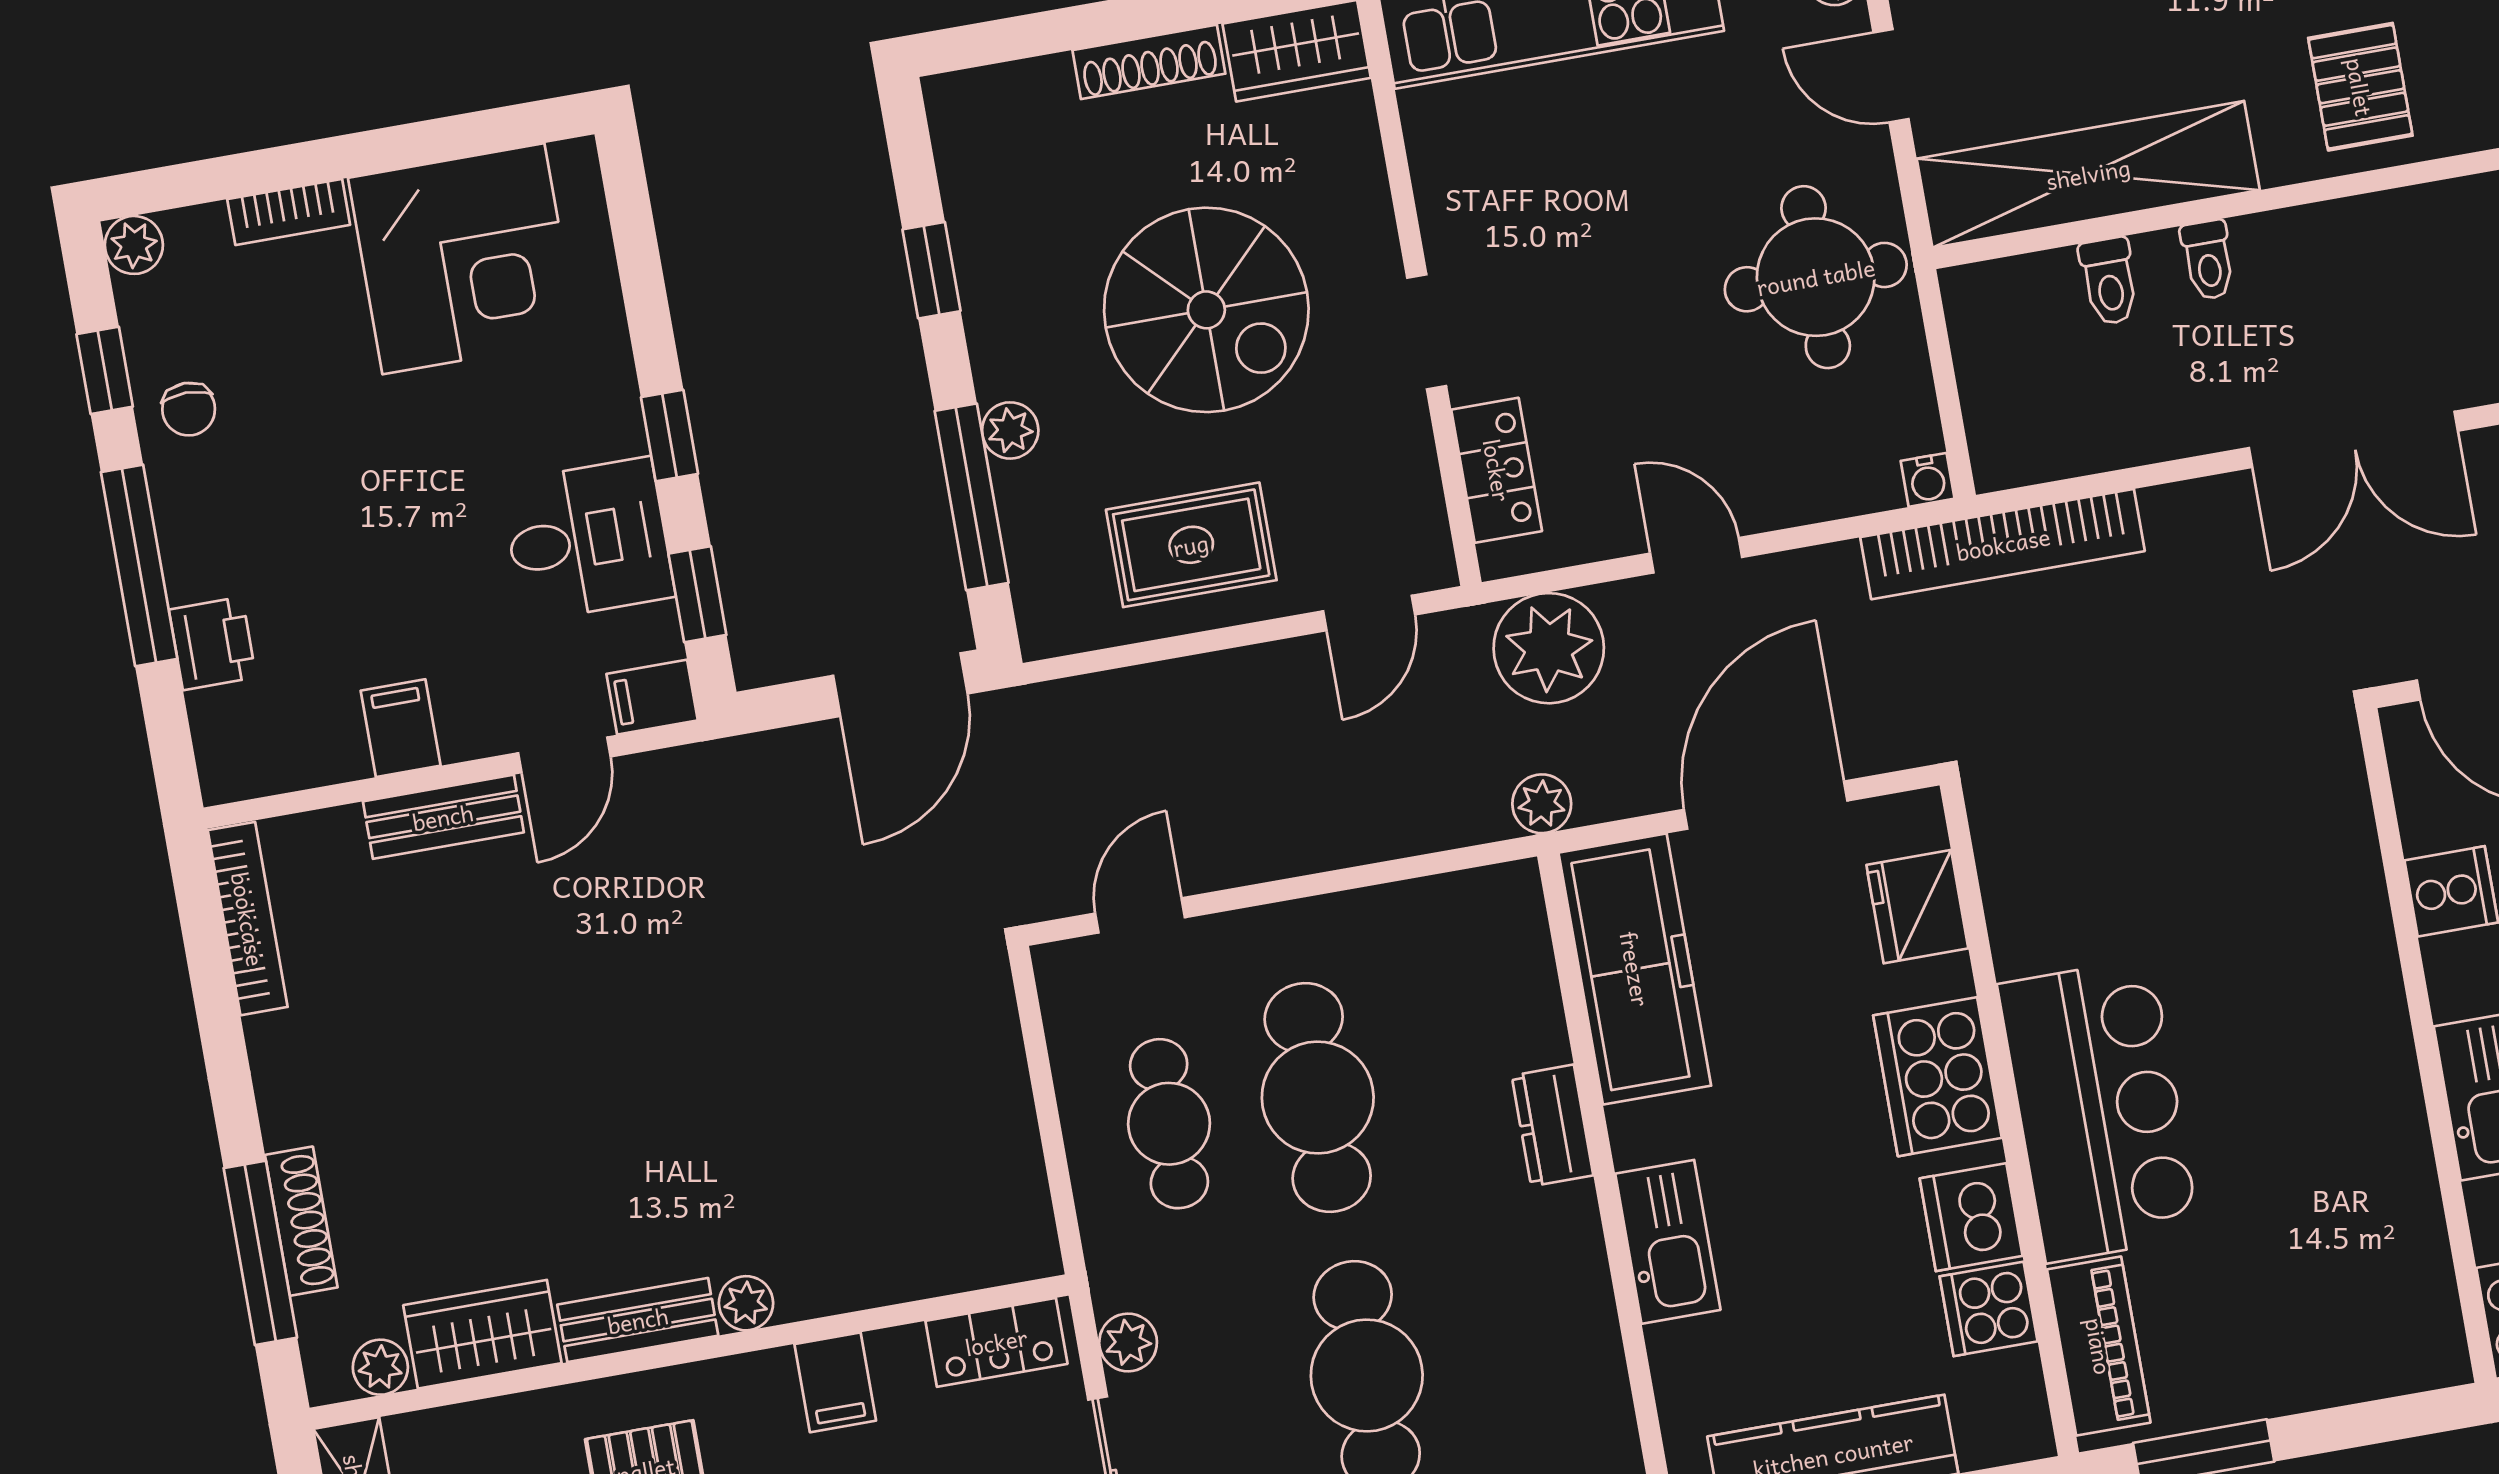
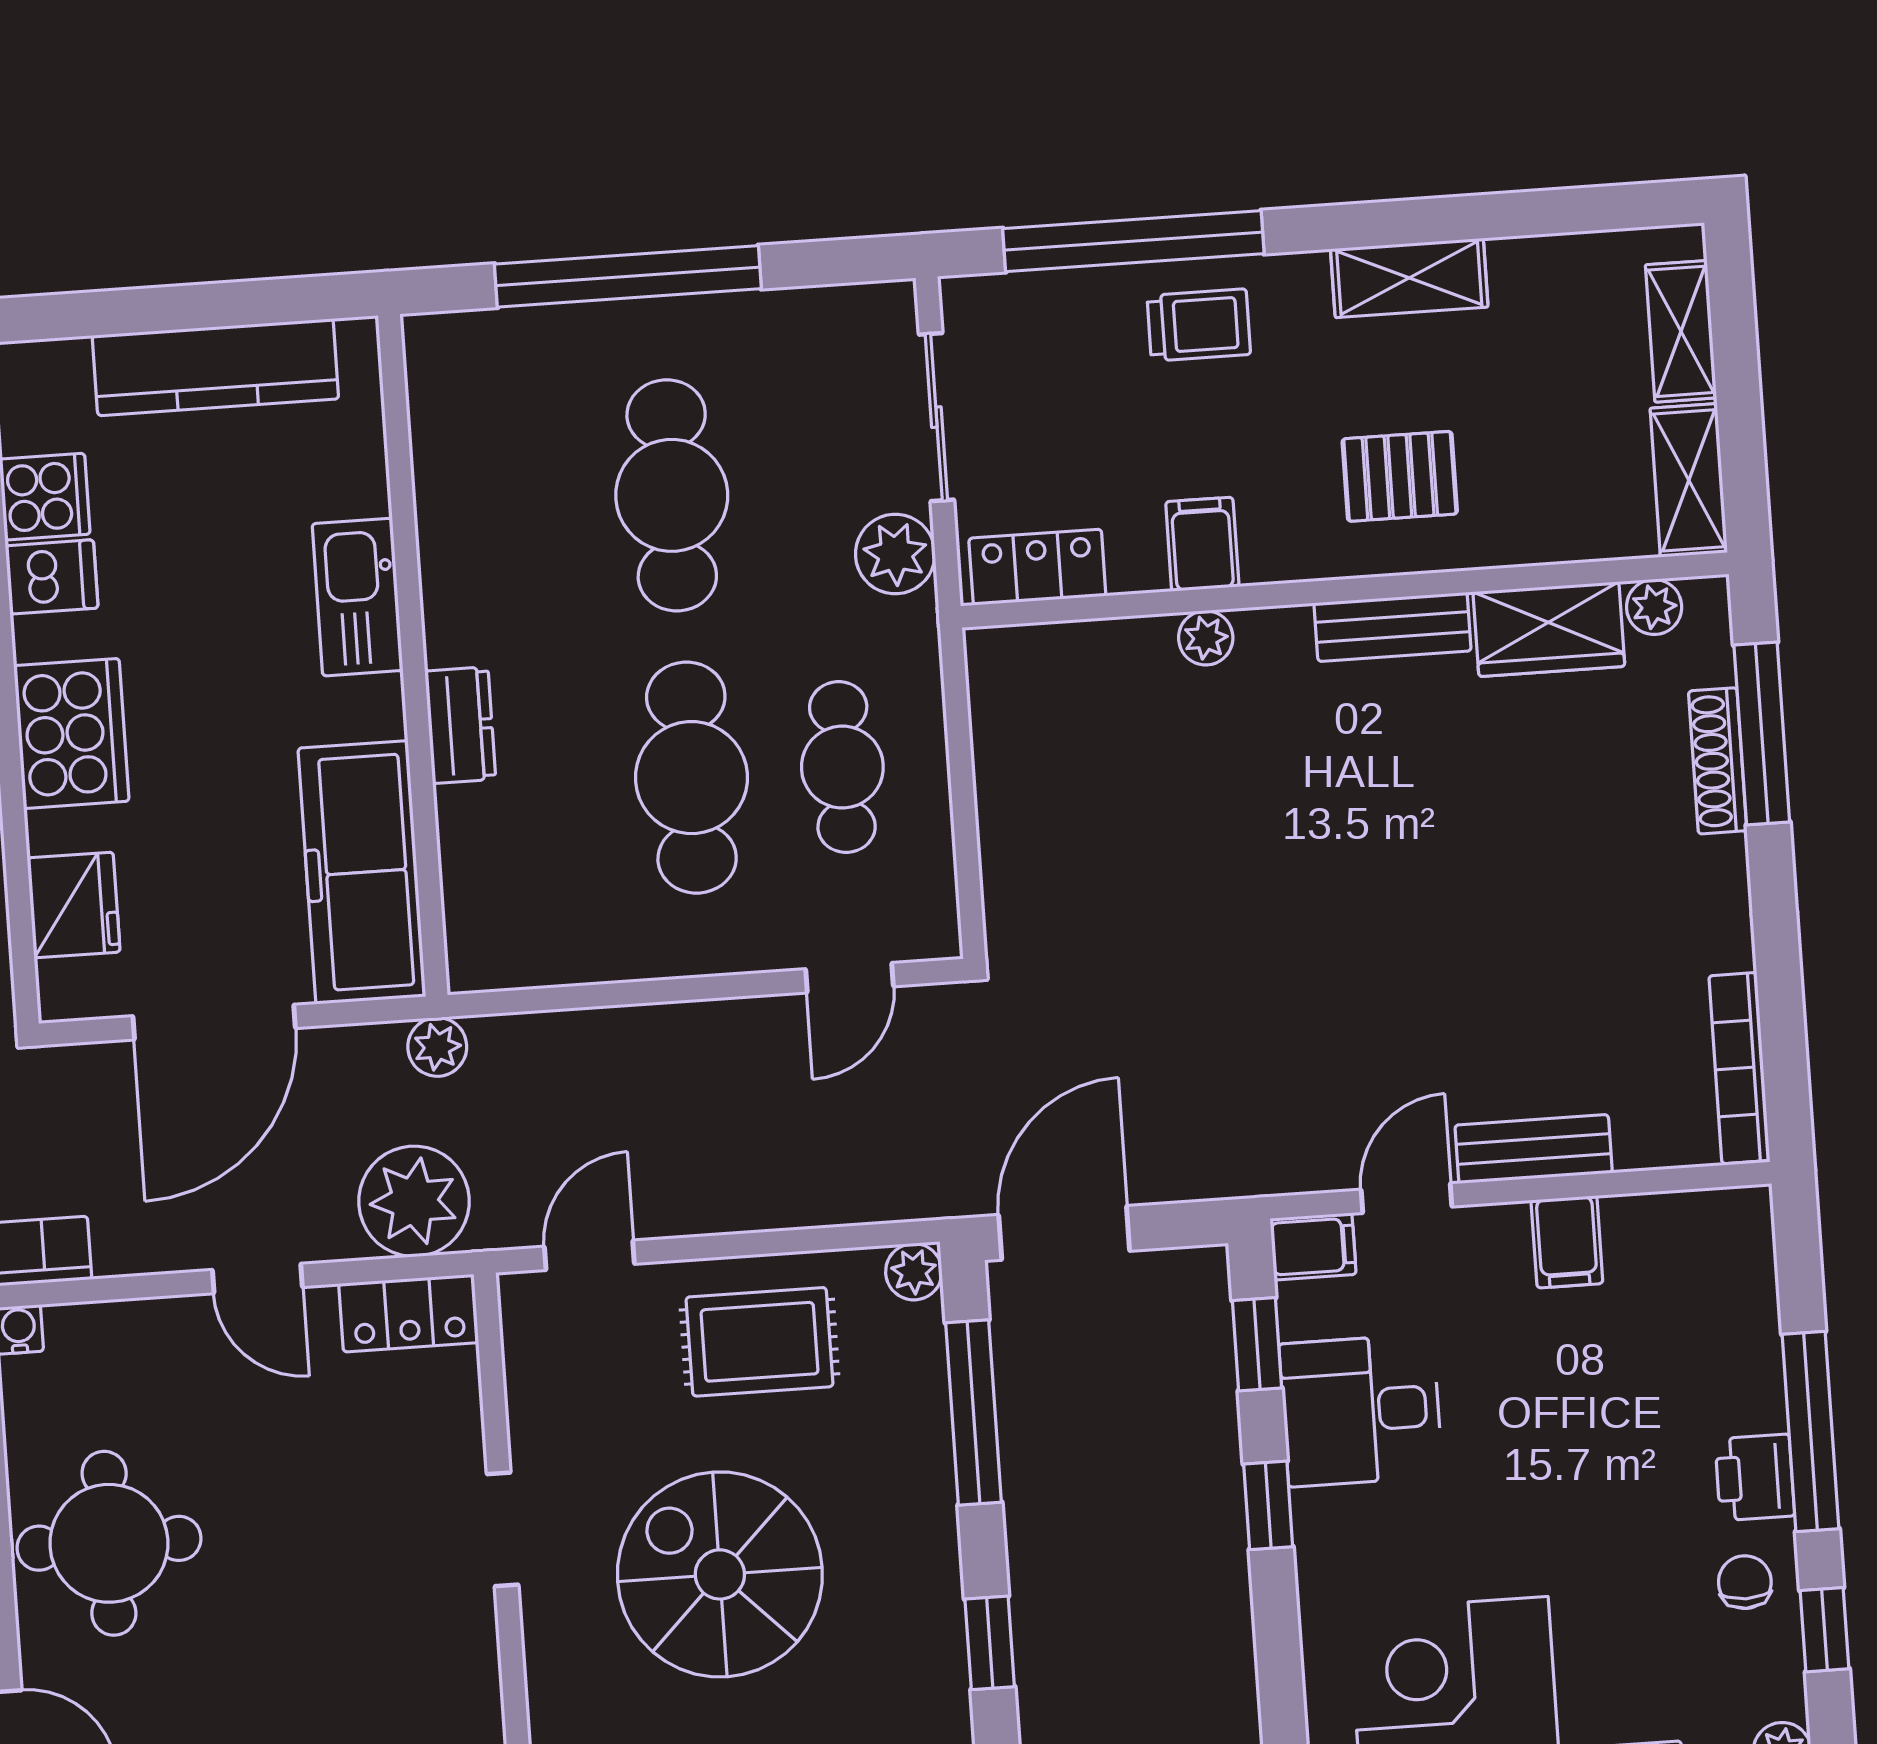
plant: (1010, 430) -> (914, 1272), moved
locker: (1497, 470) -> (409, 1313), moved, turned -90
printer: (213, 643) -> (1755, 1477), moved
dishwasher: (1971, 1217) -> (52, 577), width x0.73
plant: (746, 1303) -> (1206, 638), moved
plant: (1128, 1342) -> (895, 554), width x1.38, depth x1.38

